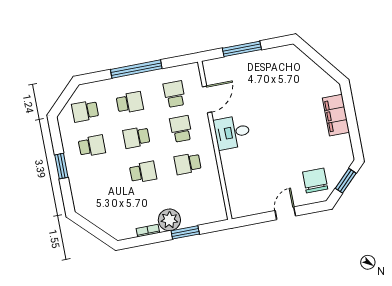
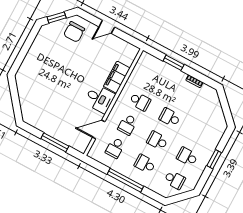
filing cabinet: (336, 115) -> (117, 77), moved, turned 180
school desk: (136, 137) -> (157, 141), turned 180
plant: (169, 220) -> (177, 77), removed

